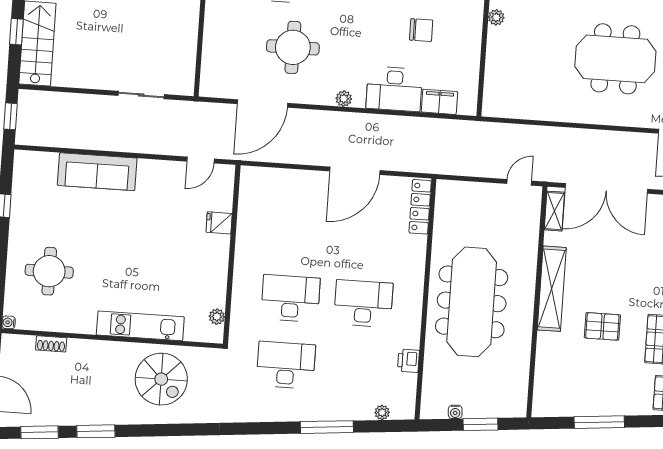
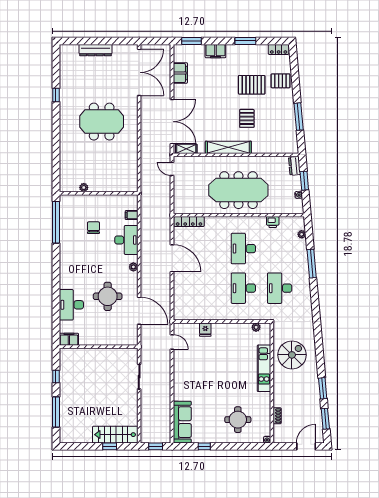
meeting table: (615, 59) -> (102, 122), turned 90
filing cabinet: (439, 102) -> (132, 215), width x0.50
sofa: (97, 172) -> (182, 422), moved
dresser: (509, 408) -> (295, 166), added

